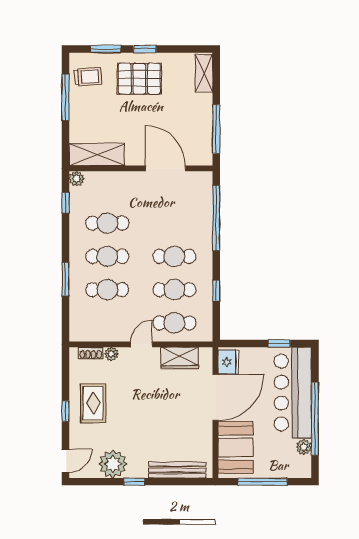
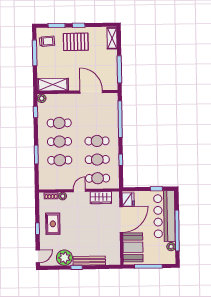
bench: (178, 470) -> (89, 261), moved

